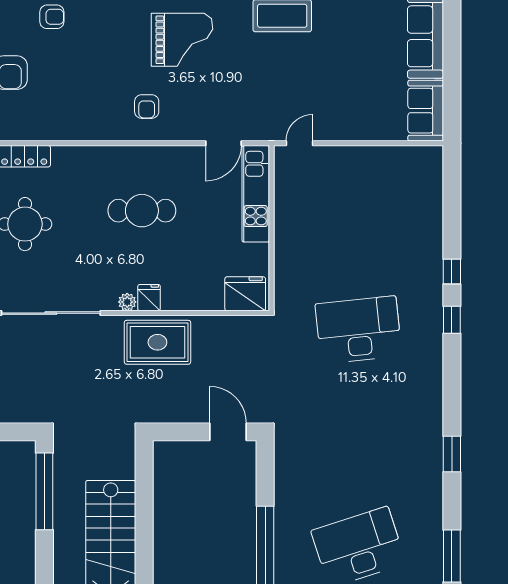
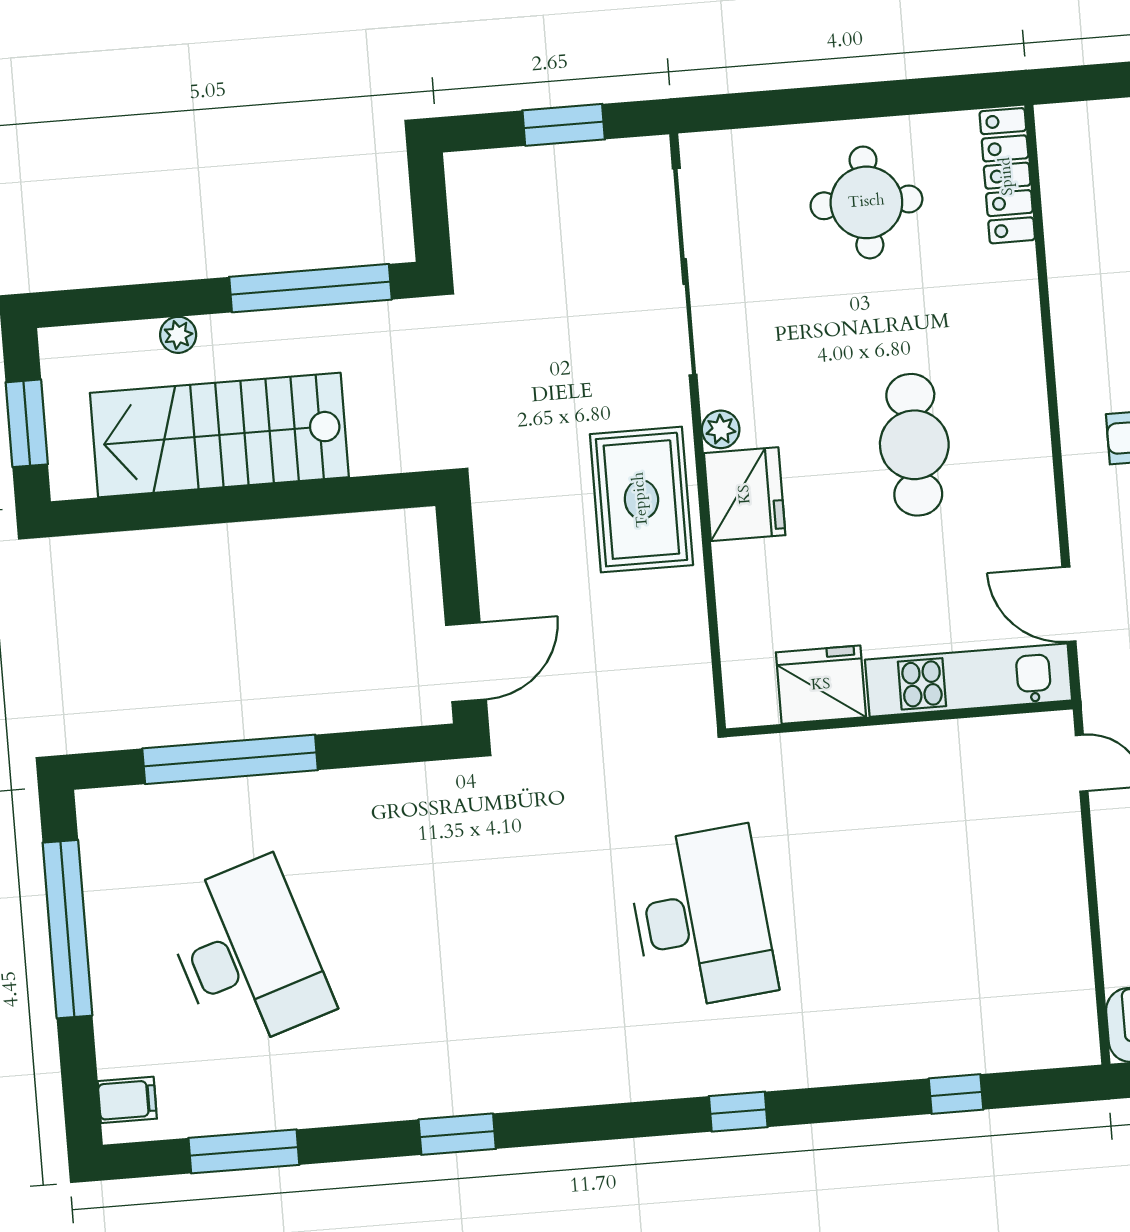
window: (452, 272) -> (956, 1094), moved
fridge: (245, 294) -> (821, 685), moved, turned -90
fridge: (149, 298) -> (745, 494), width x1.88, depth x1.34
plant: (62, 556) -> (178, 335), added

